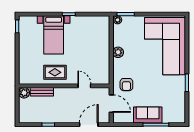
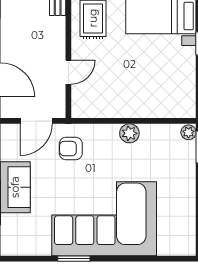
corner sofa: (165, 46) -> (104, 219), moved

